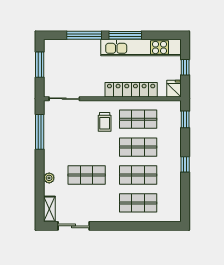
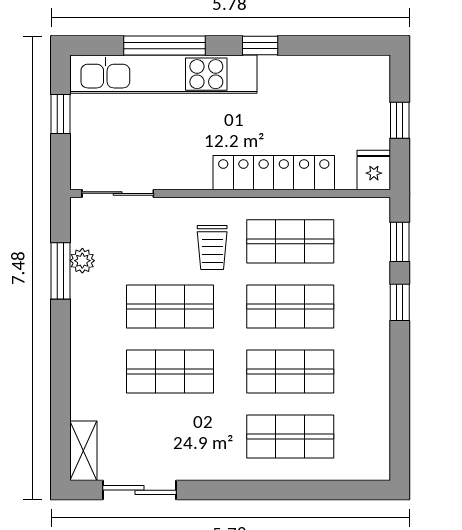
window: (125, 35) -> (260, 46), width x0.46
kitchen unit: (141, 48) -> (163, 74), moved
window: (40, 65) -> (61, 114), width x0.67
window: (40, 132) -> (61, 271), width x0.69
shop shelf: (87, 147) -> (170, 306), added
window: (185, 164) -> (400, 302), moved
plant: (49, 178) -> (82, 261), moved

